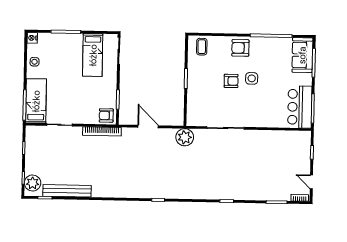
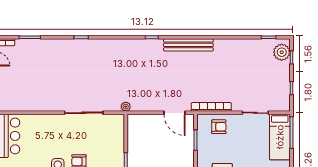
armchair: (106, 115) -> (219, 127), moved
door: (148, 126) -> (174, 113), moved
plant: (185, 137) -> (126, 107), width x0.53, depth x0.53
bench: (67, 191) -> (188, 45), moved

